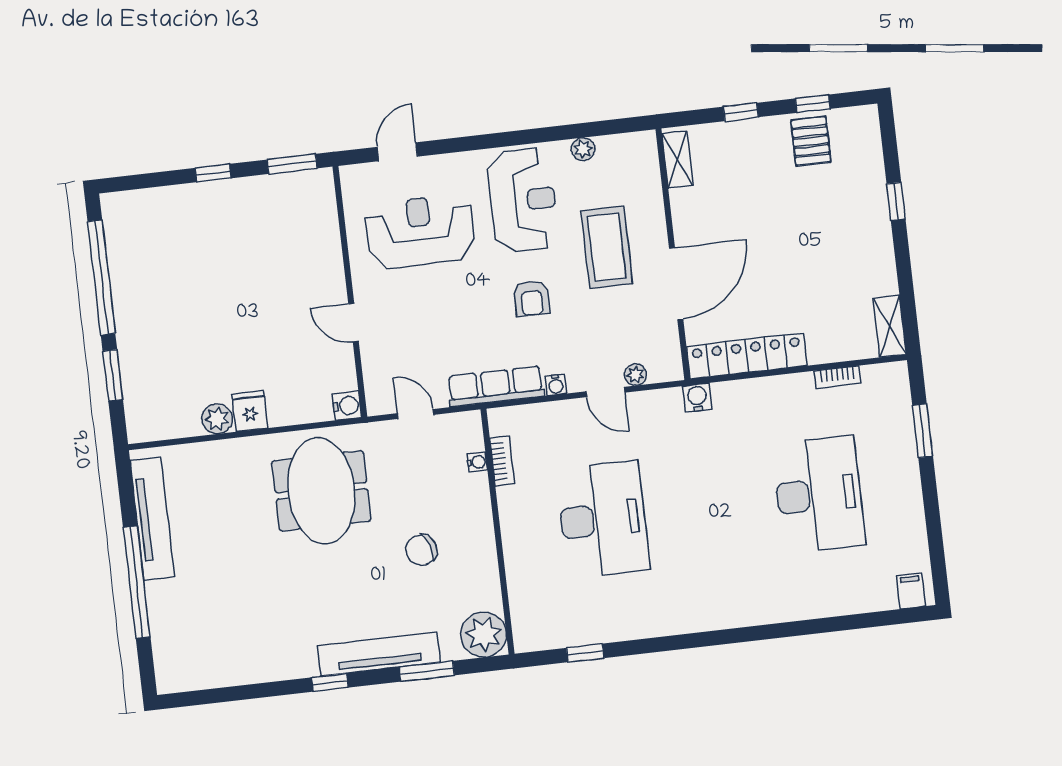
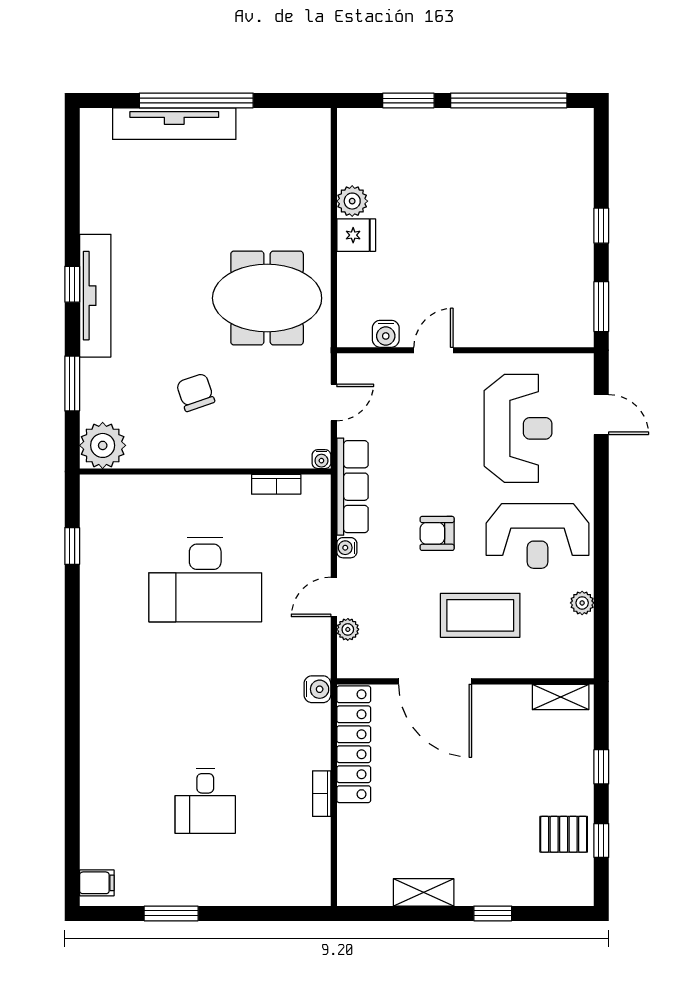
shelving: (890, 326) -> (424, 892), moved
bookcase: (837, 377) -> (322, 794), moved
water cooler: (347, 406) -> (386, 334), moved
window: (923, 431) -> (171, 913), moved
water cooler: (477, 462) -> (321, 459), moved
desk: (819, 494) -> (205, 801), width x0.53, depth x0.77
tv unit: (152, 519) -> (174, 124), moved
tv unit: (379, 654) -> (95, 296), moved

